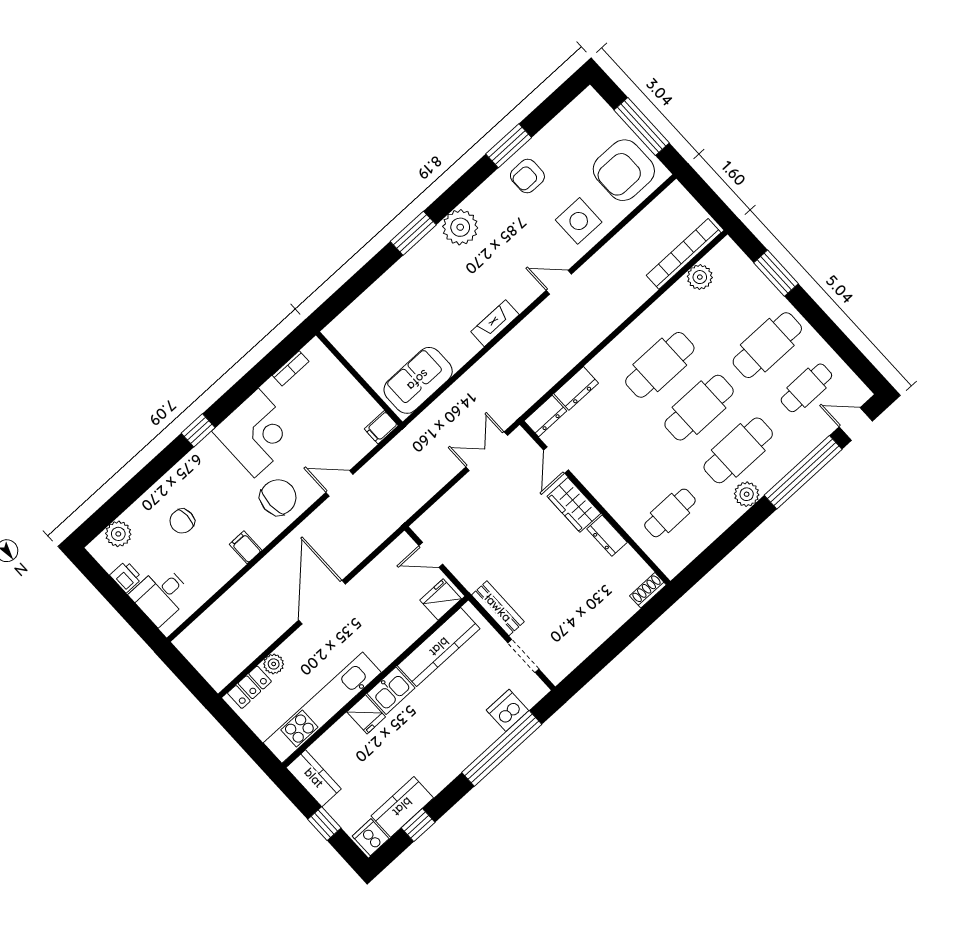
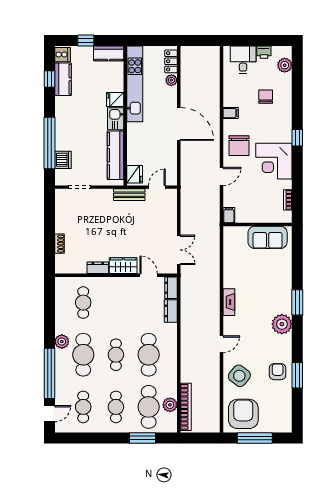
side table: (579, 221) -> (239, 376), turned 38
cafe table: (728, 302) -> (149, 407), added
cafe table: (767, 345) -> (116, 407), width x0.73, depth x0.74
sofa: (418, 380) -> (268, 237), moved, turned 90
cafe table: (699, 408) -> (116, 355), width x0.73, depth x0.74
shoe rack: (648, 590) -> (59, 244), moved
bench: (498, 608) -> (129, 195), moved

